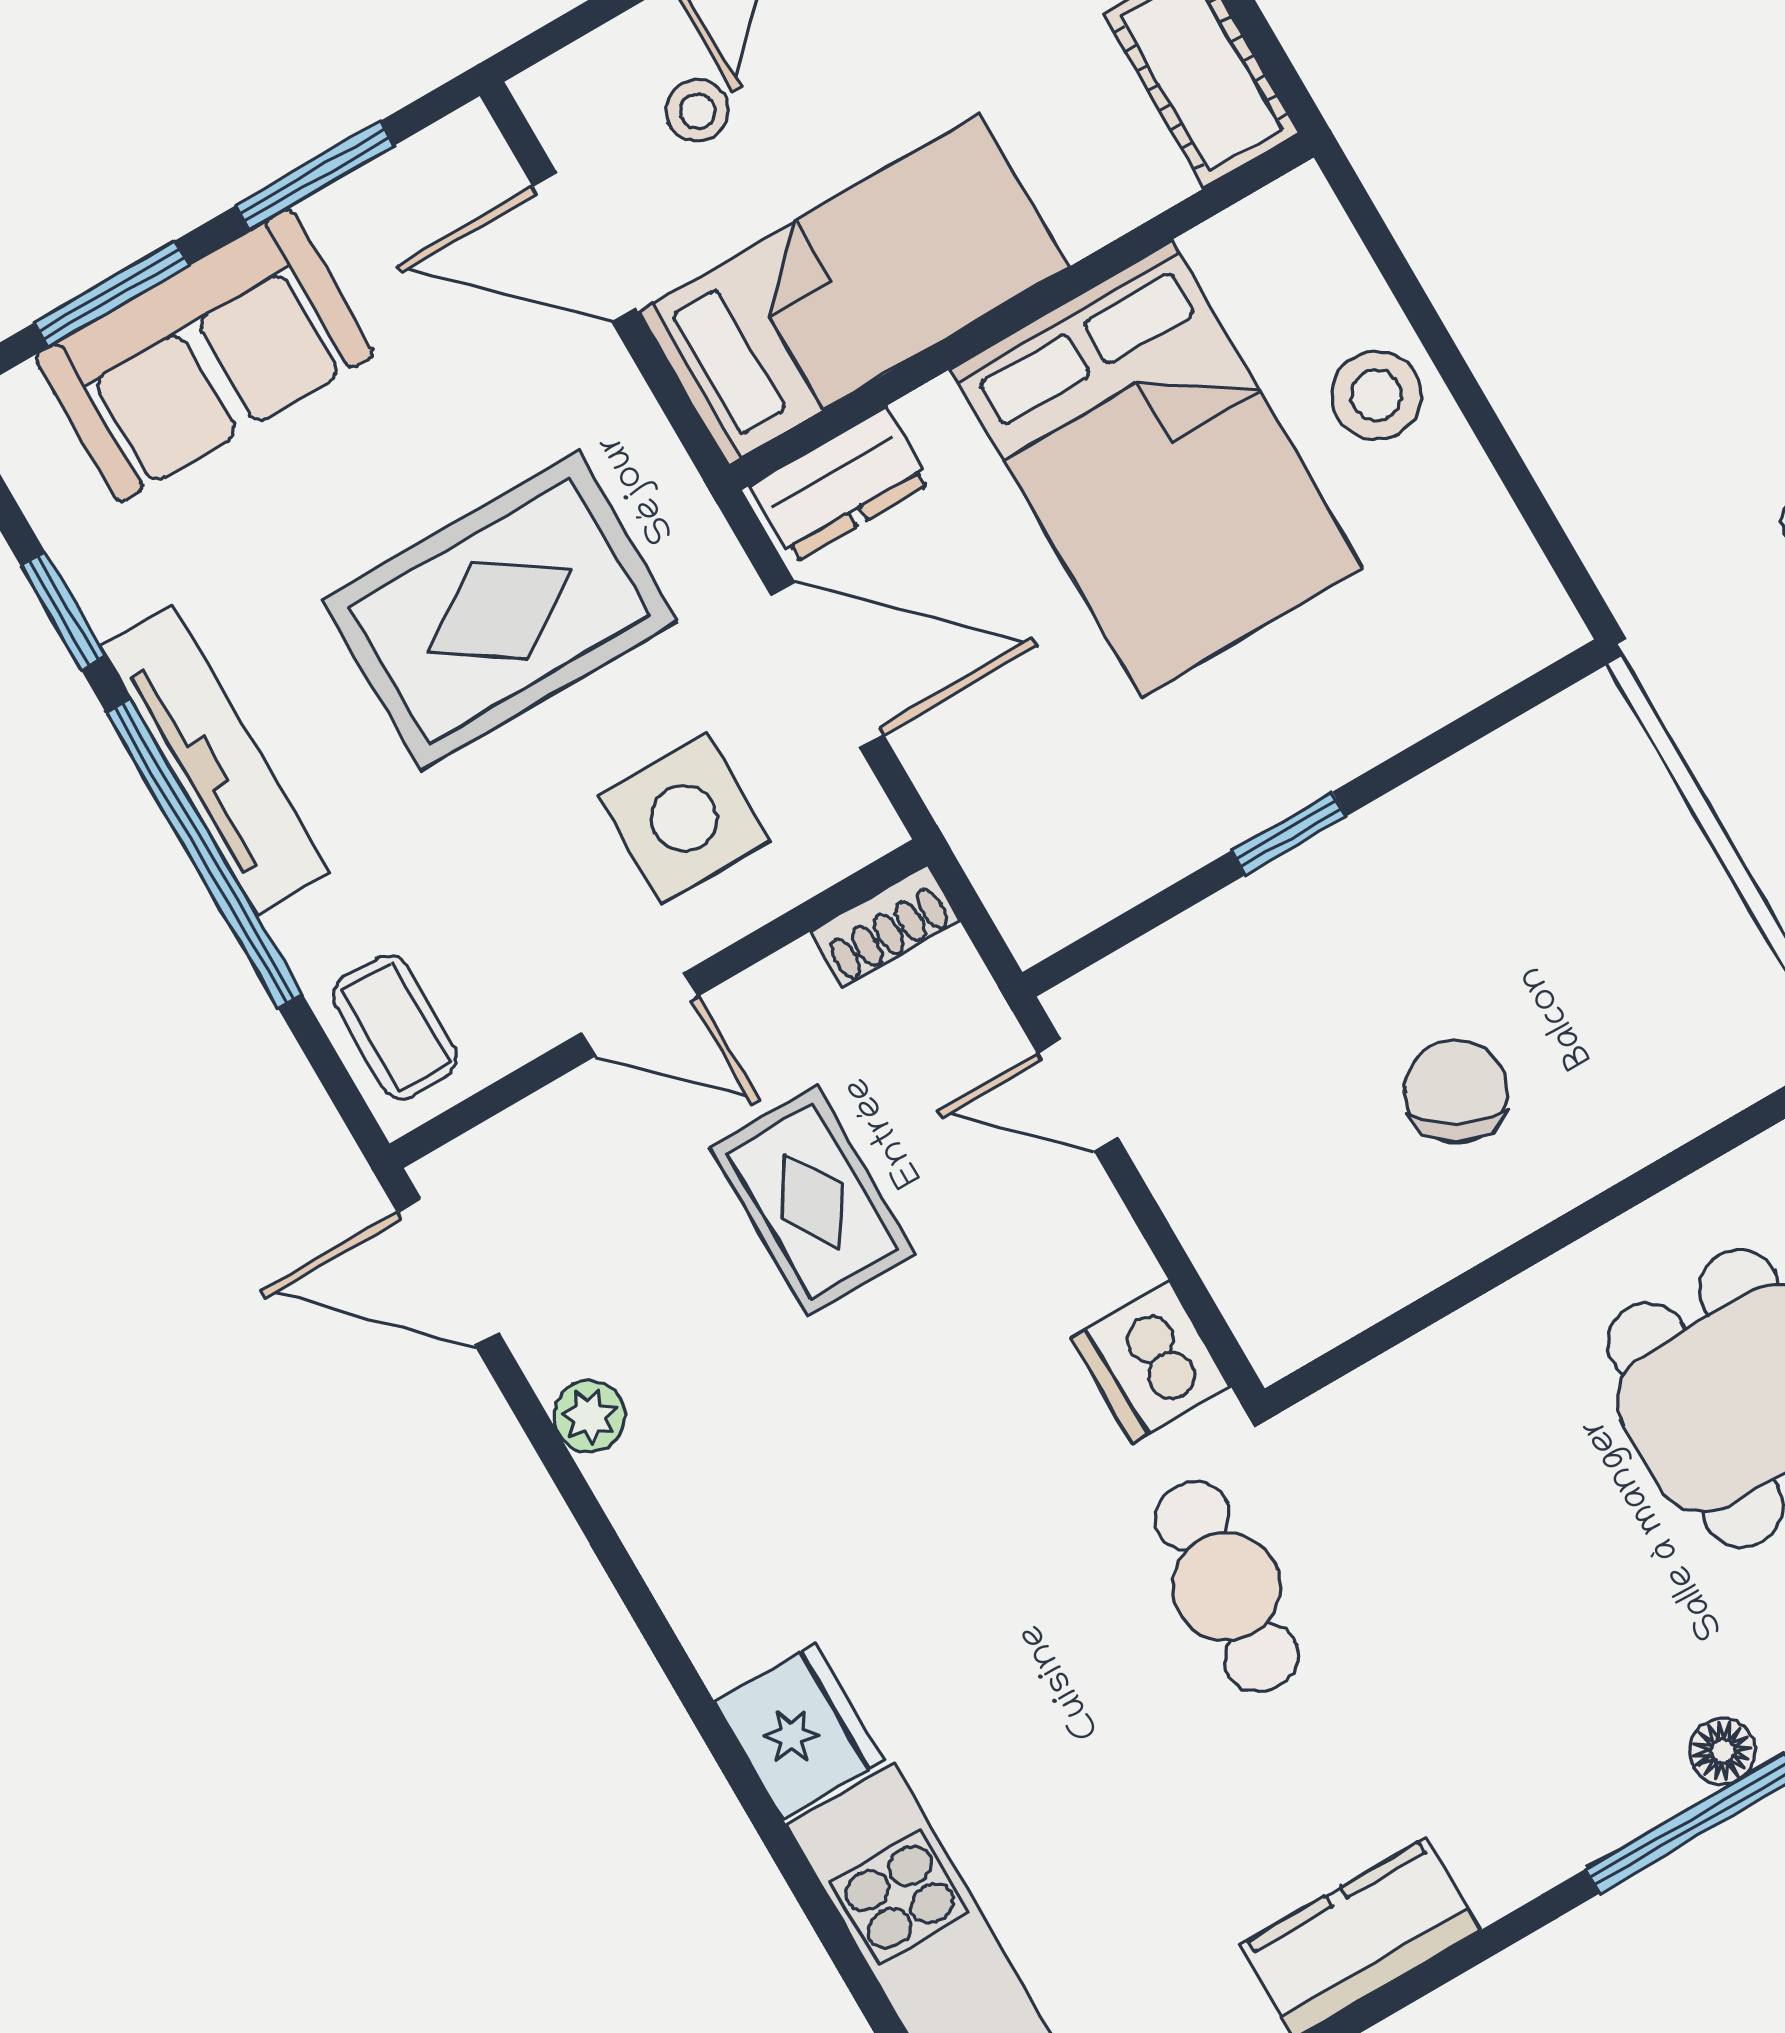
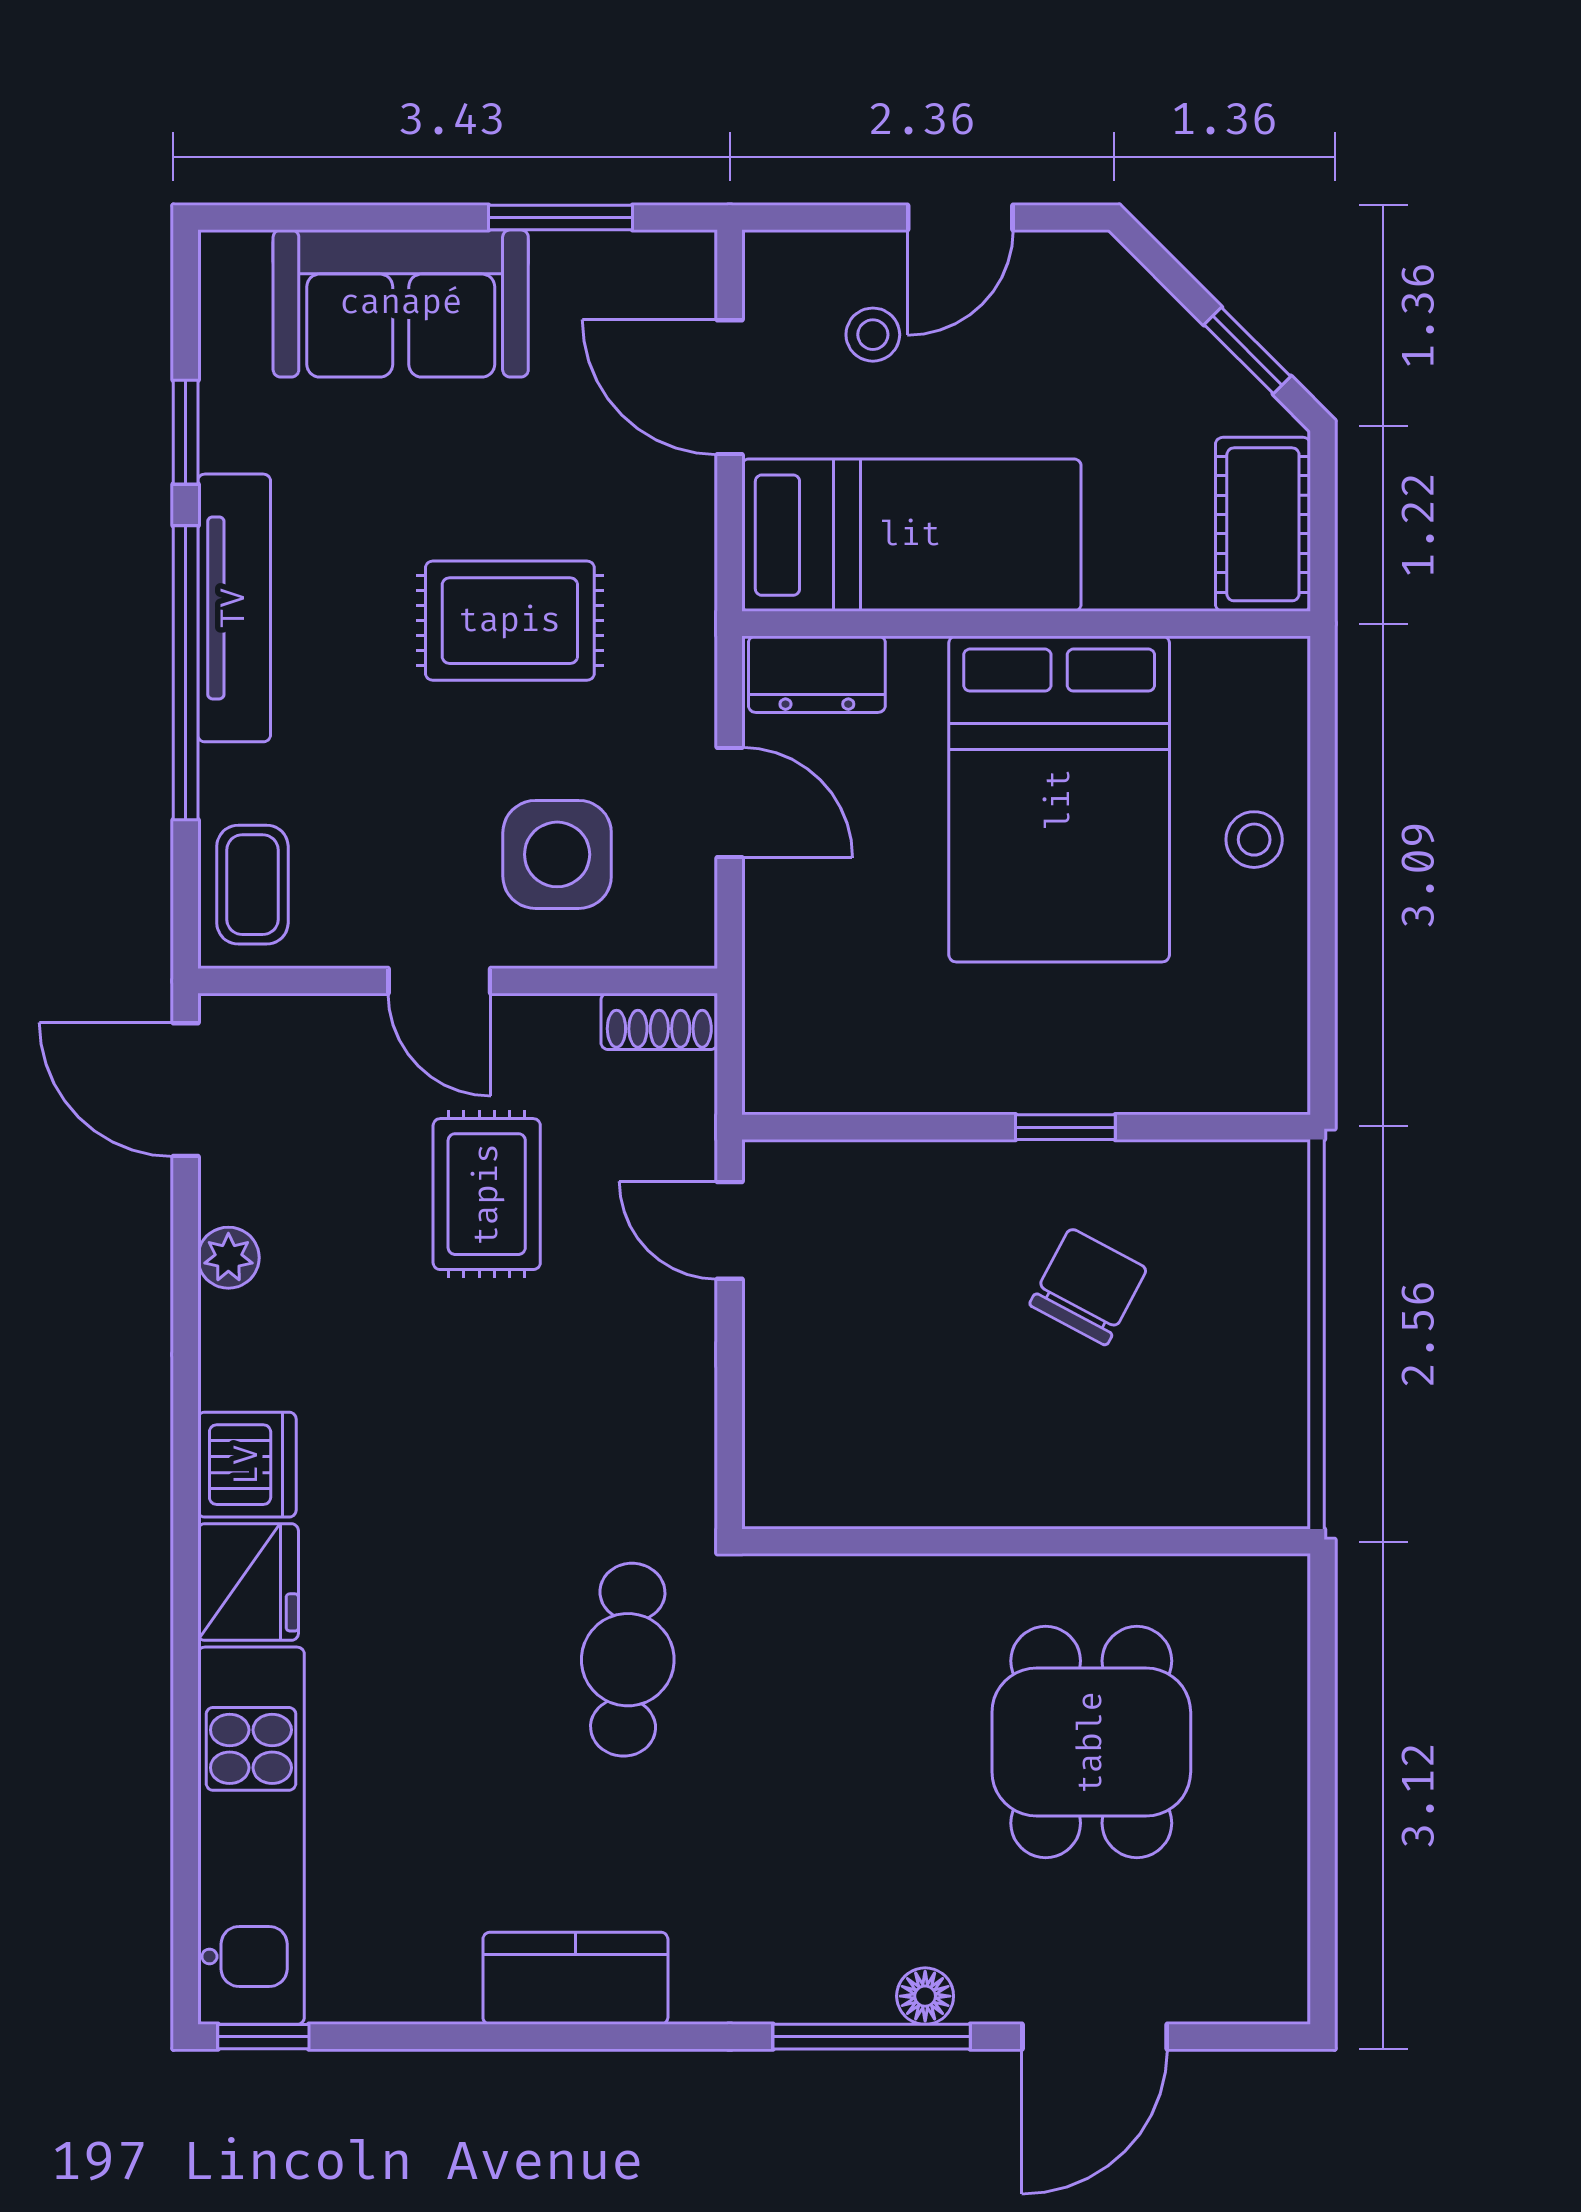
window: (111, 294) -> (358, 218), removed
stool: (1376, 395) -> (1254, 840), width x0.73, depth x0.73
rug: (500, 611) -> (510, 621), width x0.73, depth x0.70
door: (827, 665) -> (730, 802), width x0.73
window: (1289, 833) -> (1065, 1127), moved
chair: (1456, 1091) -> (1088, 1287), moved
dishwasher: (1150, 1362) -> (247, 1465), moved, turned 180

